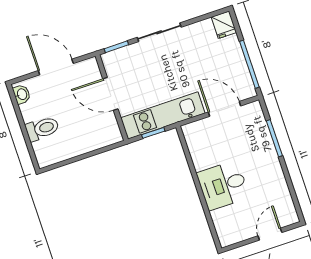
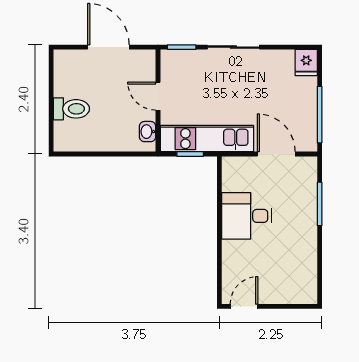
washbasin: (22, 94) -> (148, 132), moved, turned 180
door: (110, 94) -> (158, 96), width x0.73
desk: (223, 185) -> (247, 216), moved
door: (270, 234) -> (244, 306), moved

